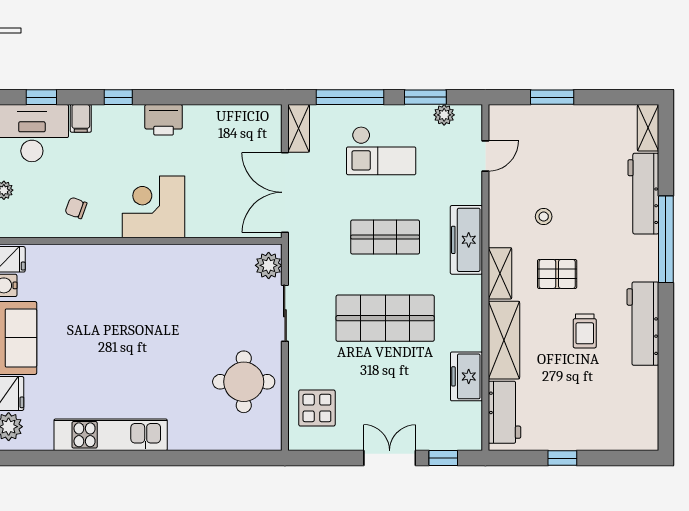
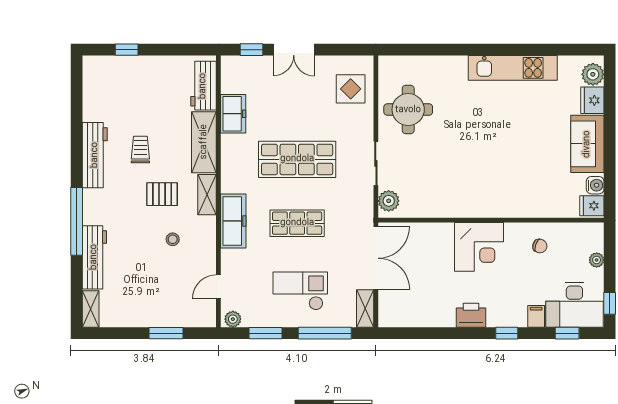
plant: (444, 115) -> (233, 319), moved
window: (562, 458) -> (127, 50), moved

